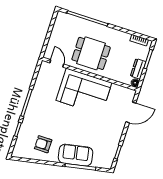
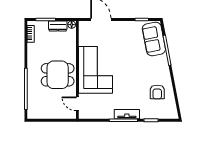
dining table: (91, 53) -> (58, 75), turned 90
door: (57, 63) -> (77, 104), hinge flipped
tv unit: (31, 108) -> (127, 114), added
sofa: (76, 155) -> (154, 39), moved

